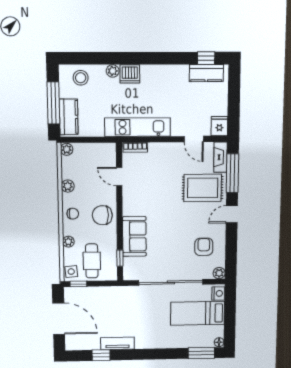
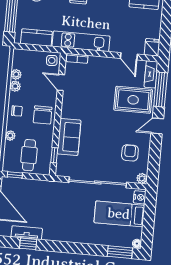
kitchen counter: (69, 117) -> (36, 38), moved, turned -90
plant: (67, 149) -> (16, 74), moved
chair: (102, 215) -> (43, 115), turned -90
side table: (71, 272) -> (52, 60), moved
tv unit: (117, 343) -> (27, 233), moved

